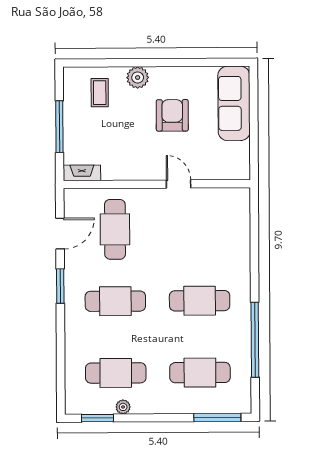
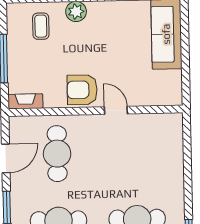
armchair: (172, 115) -> (82, 90), moved, turned -90

